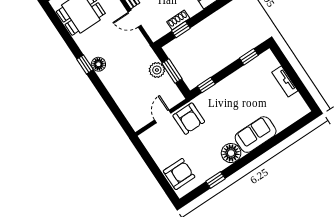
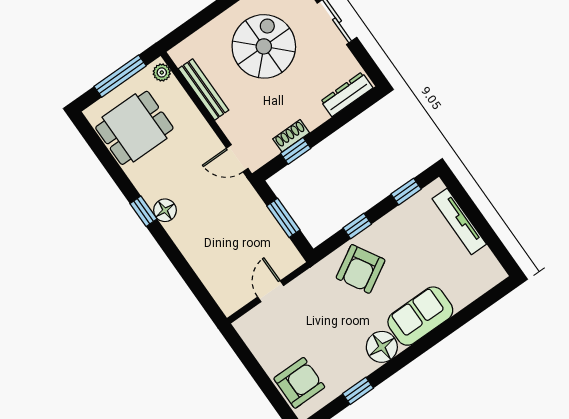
door: (135, 19) -> (237, 158), moved
plant: (157, 70) -> (259, 217), removed
tv unit: (285, 81) -> (459, 221), width x1.41
window: (206, 85) -> (357, 226), moved
armchair: (189, 119) -> (361, 269), moved, turned 60

